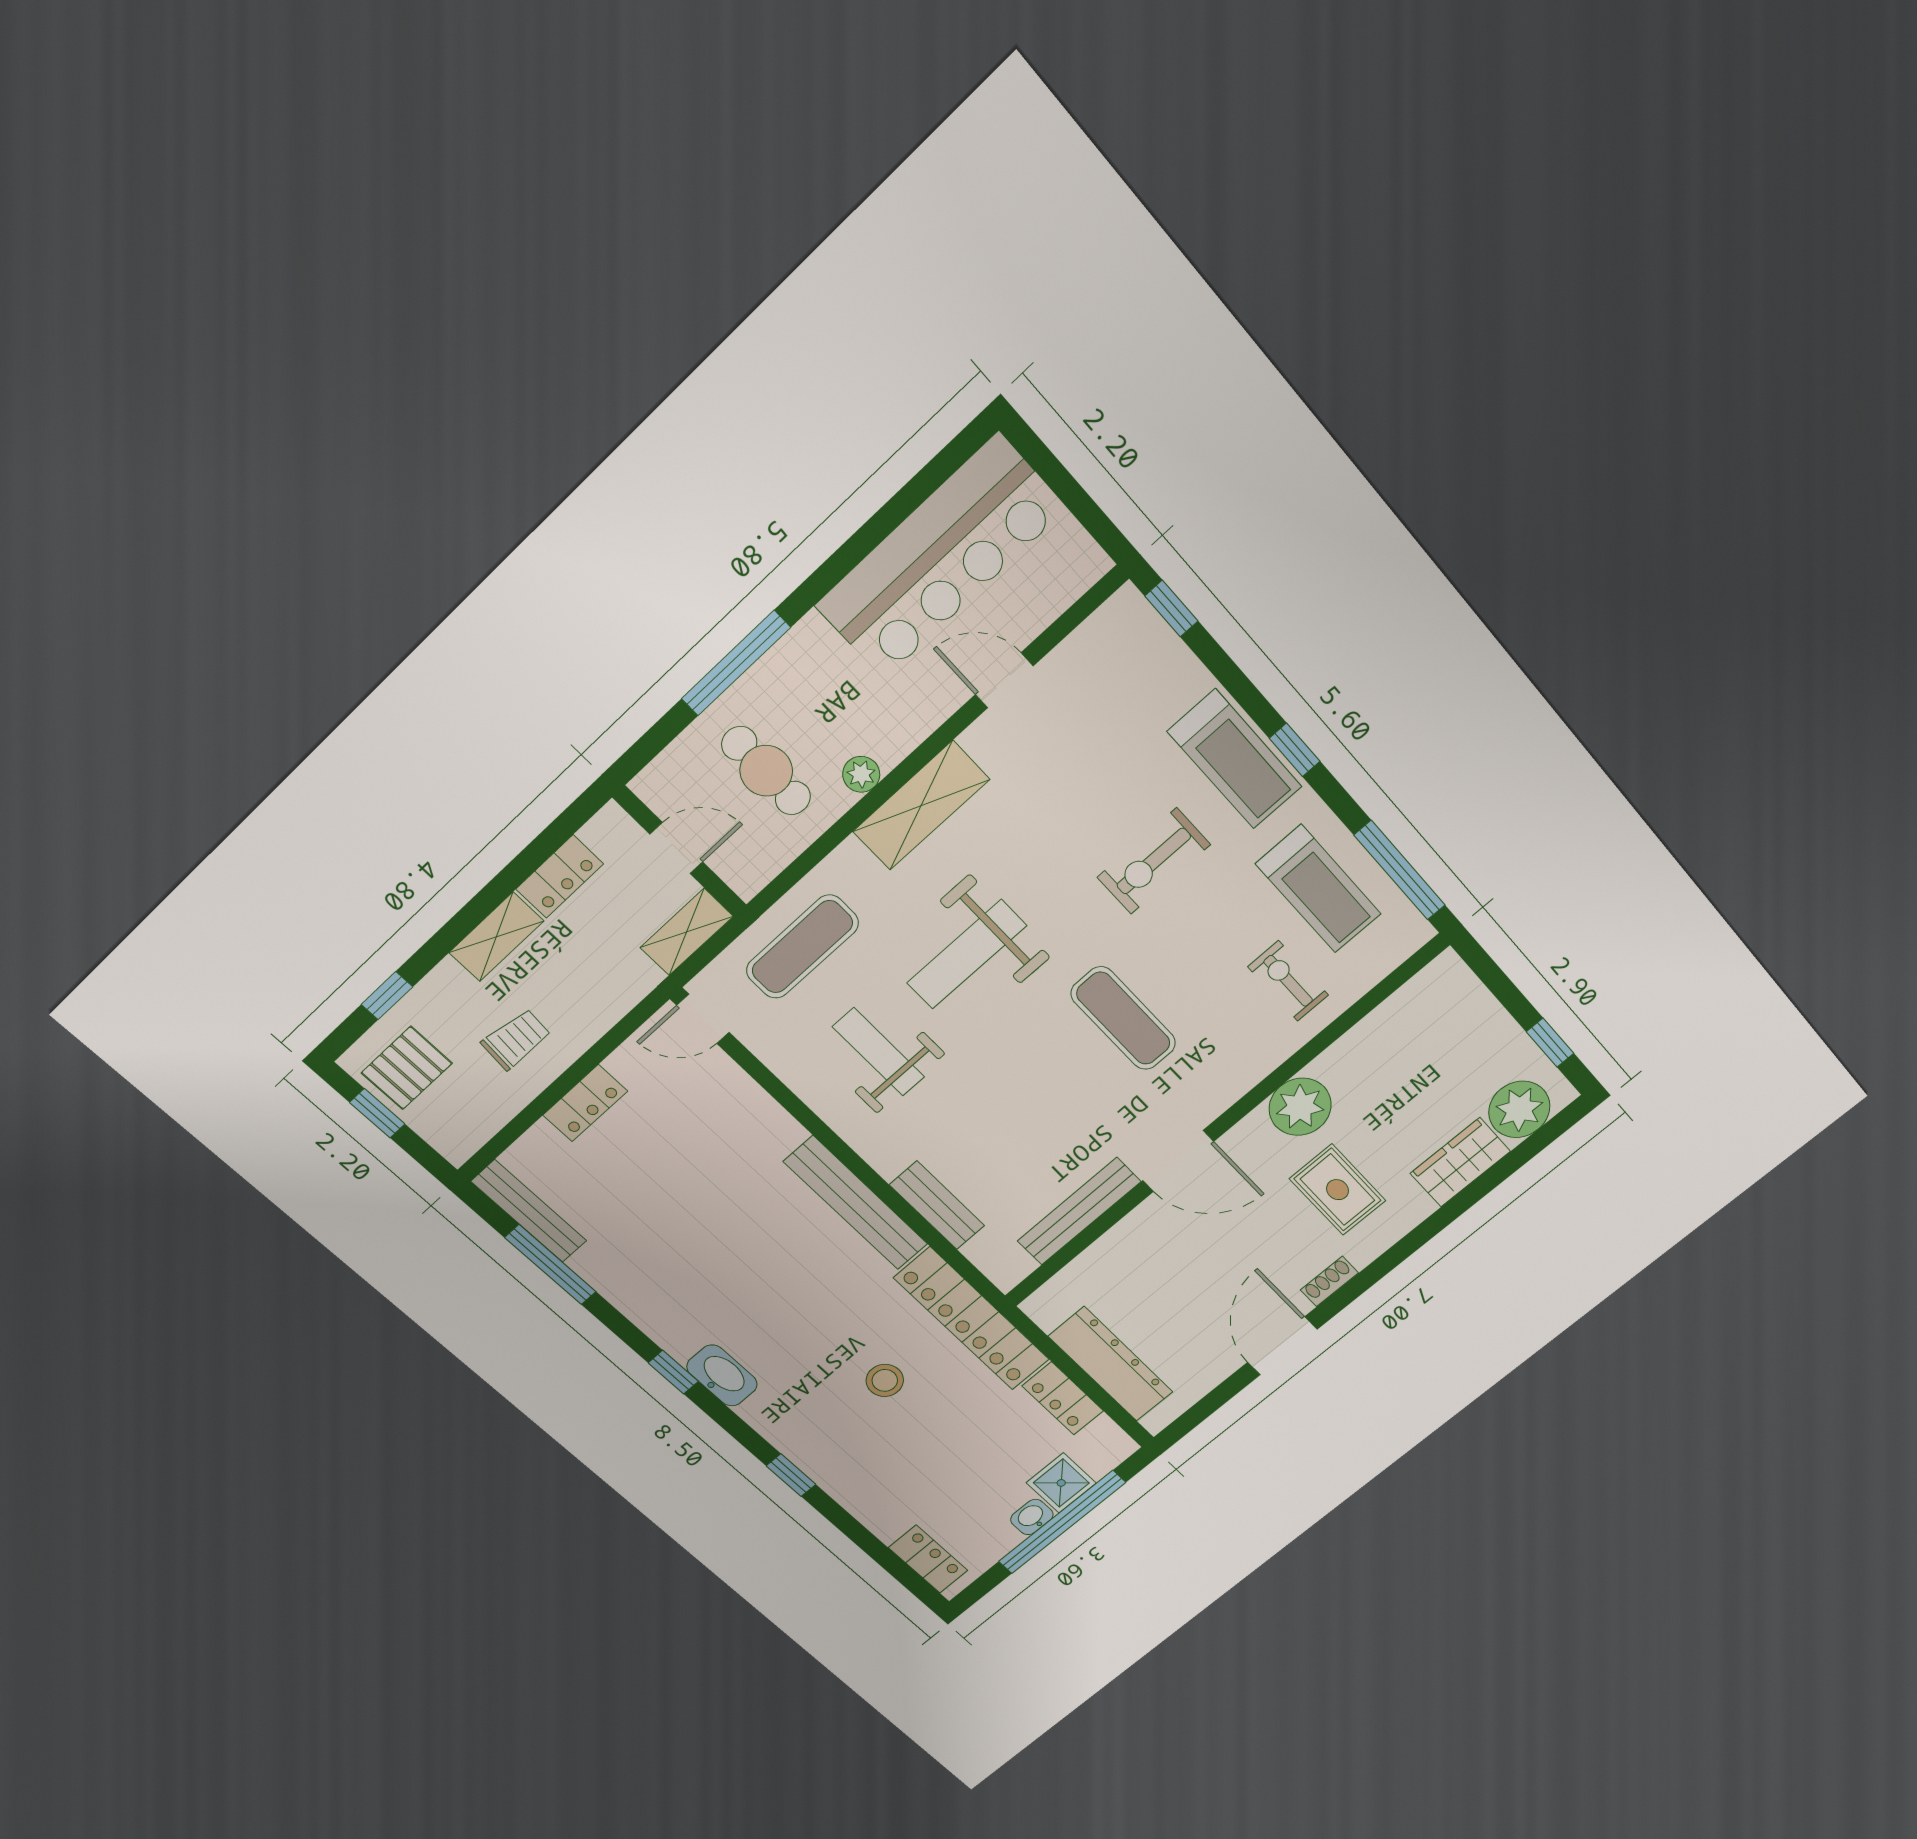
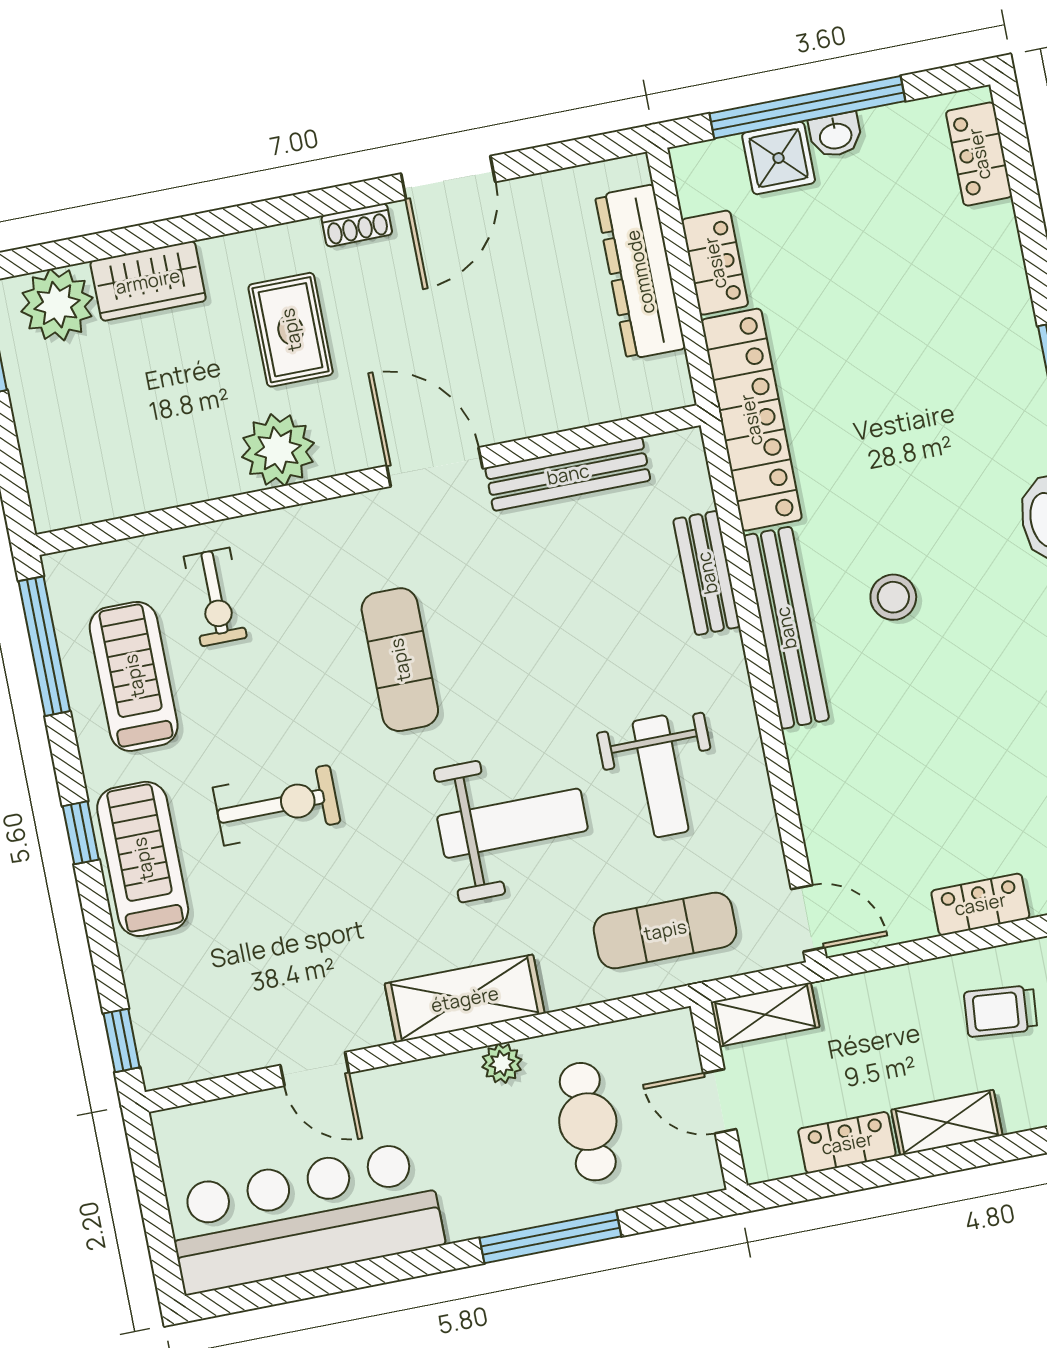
stool: (885, 1380) -> (893, 597), moved

